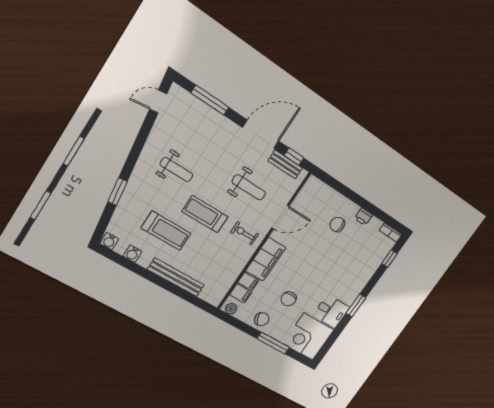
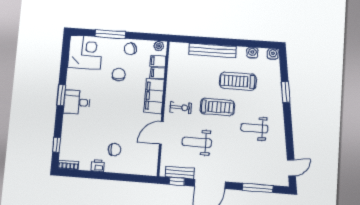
desk: (331, 311) -> (77, 102), moved

